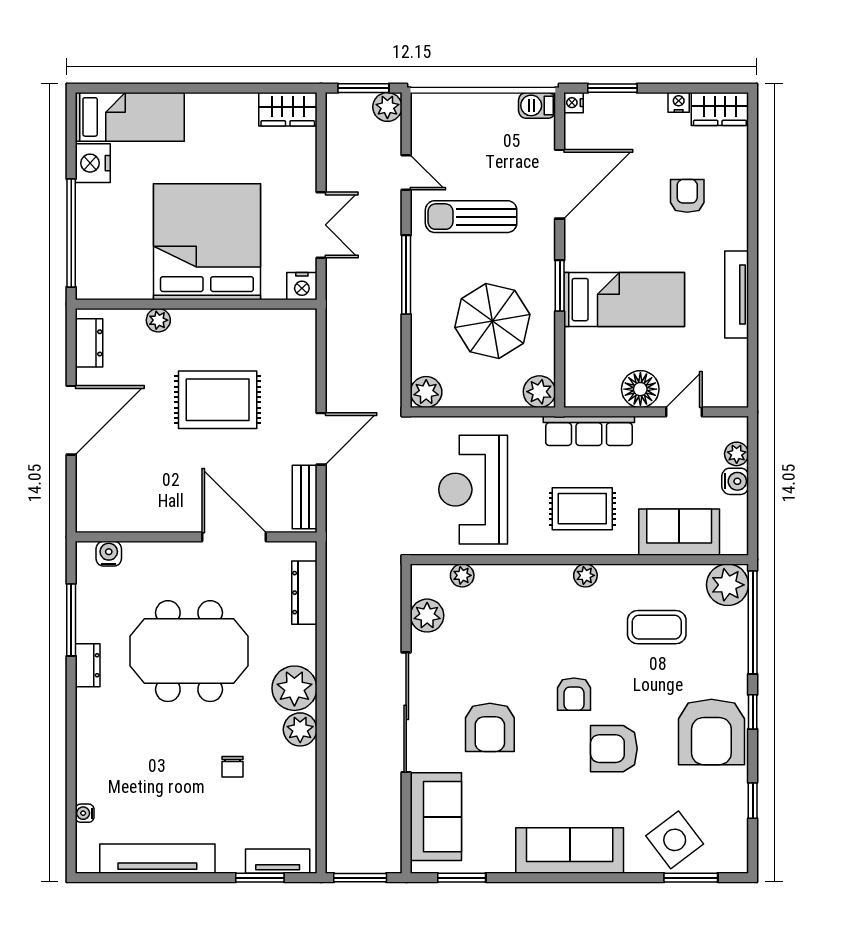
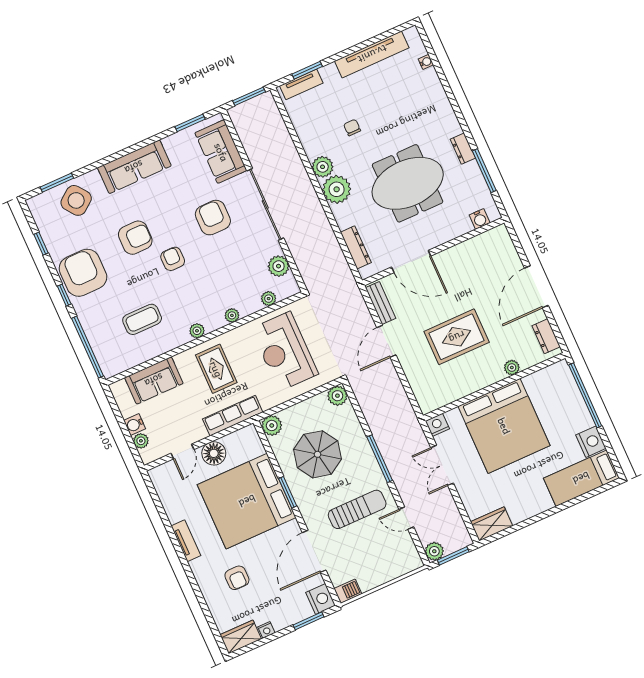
nightstand: (573, 103) -> (321, 599), width x1.89, depth x1.79
tv unit: (737, 295) -> (186, 541), width x0.71
bed: (624, 300) -> (247, 501), width x2.04
reception desk: (473, 490) -> (285, 351), turned 180
rug: (582, 509) -> (216, 369), turned 90
plant: (728, 585) -> (232, 315), moved, width x0.53, depth x0.53

